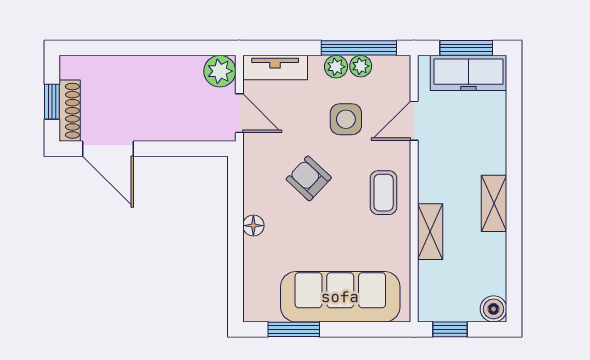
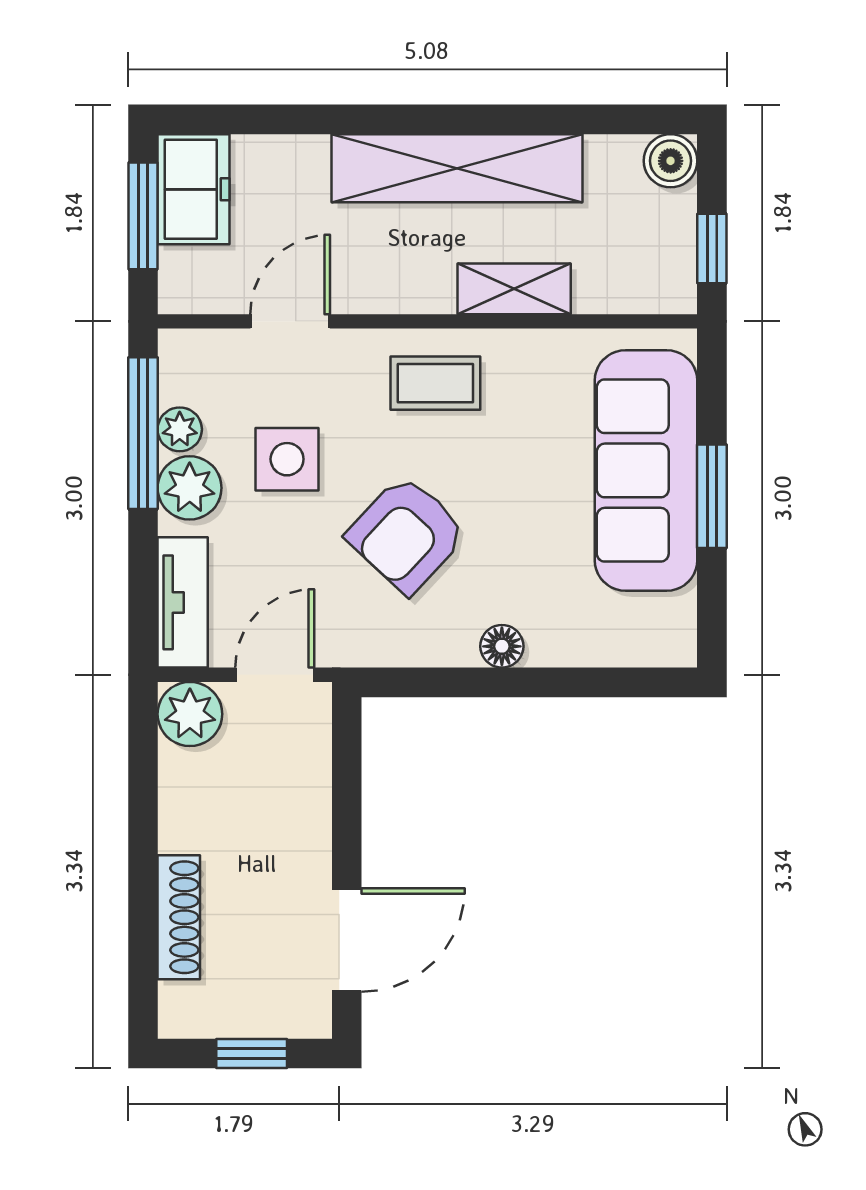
plant: (336, 67) -> (190, 488), width x1.38, depth x1.38
freezer: (469, 73) -> (194, 189), width x0.71
shoe rack: (70, 111) -> (179, 917), moved, turned 90
door: (414, 121) -> (290, 321), swing flipped
armchair: (309, 178) -> (407, 534), width x1.38, depth x1.38
shelving: (494, 203) -> (457, 168), width x2.20, depth x1.33
window: (294, 329) -> (712, 496), moved

